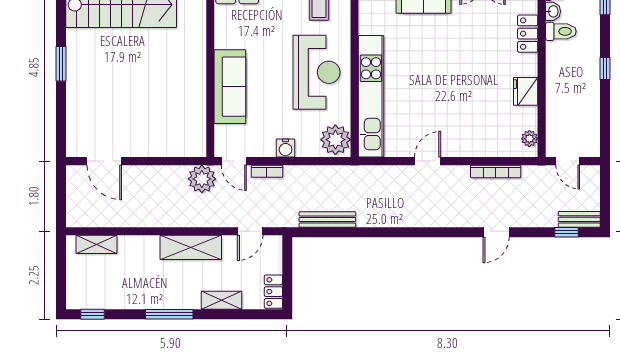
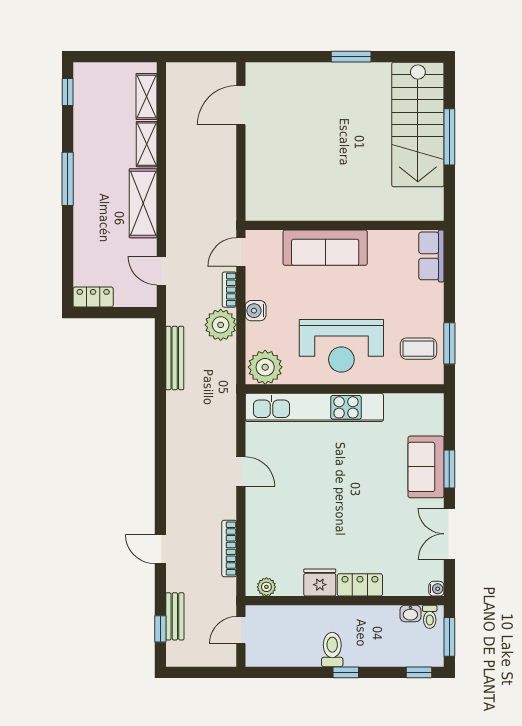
toilet: (561, 31) -> (332, 650), moved, turned 180
locker: (528, 34) -> (360, 585), moved
plant: (202, 179) -> (221, 325), moved
bench: (579, 219) -> (175, 616), moved
shelving: (222, 300) -> (147, 144), moved

